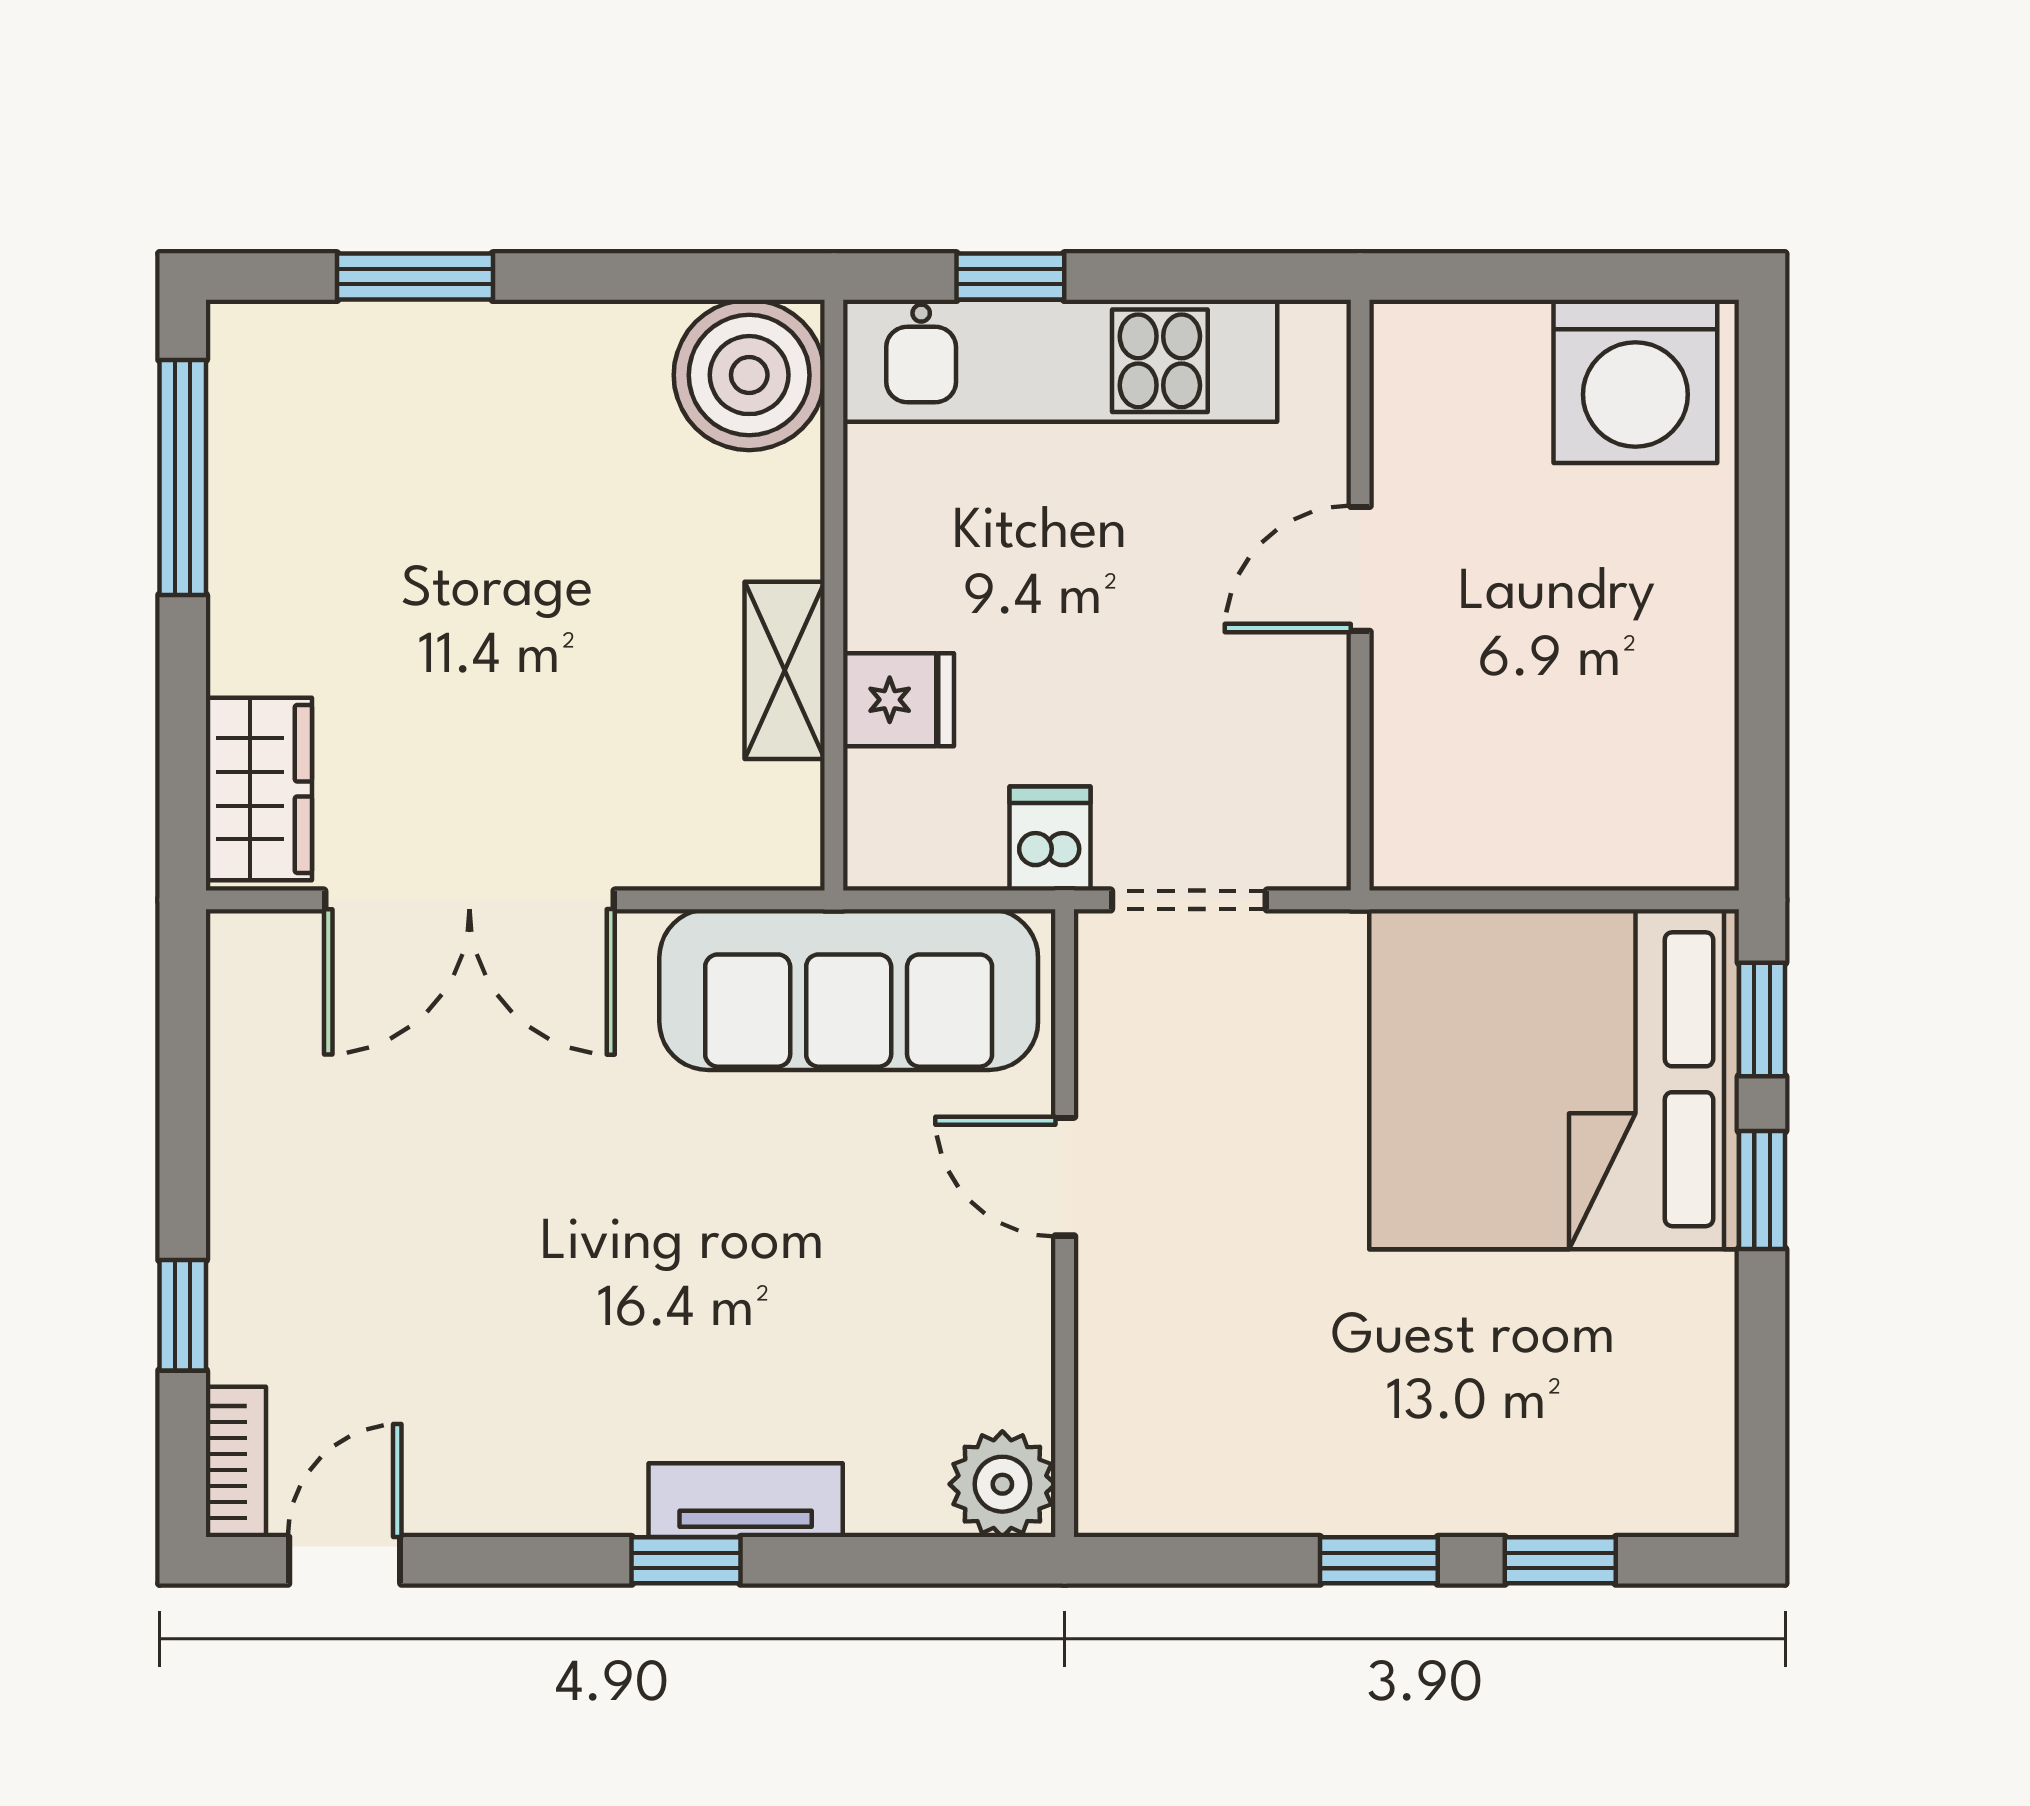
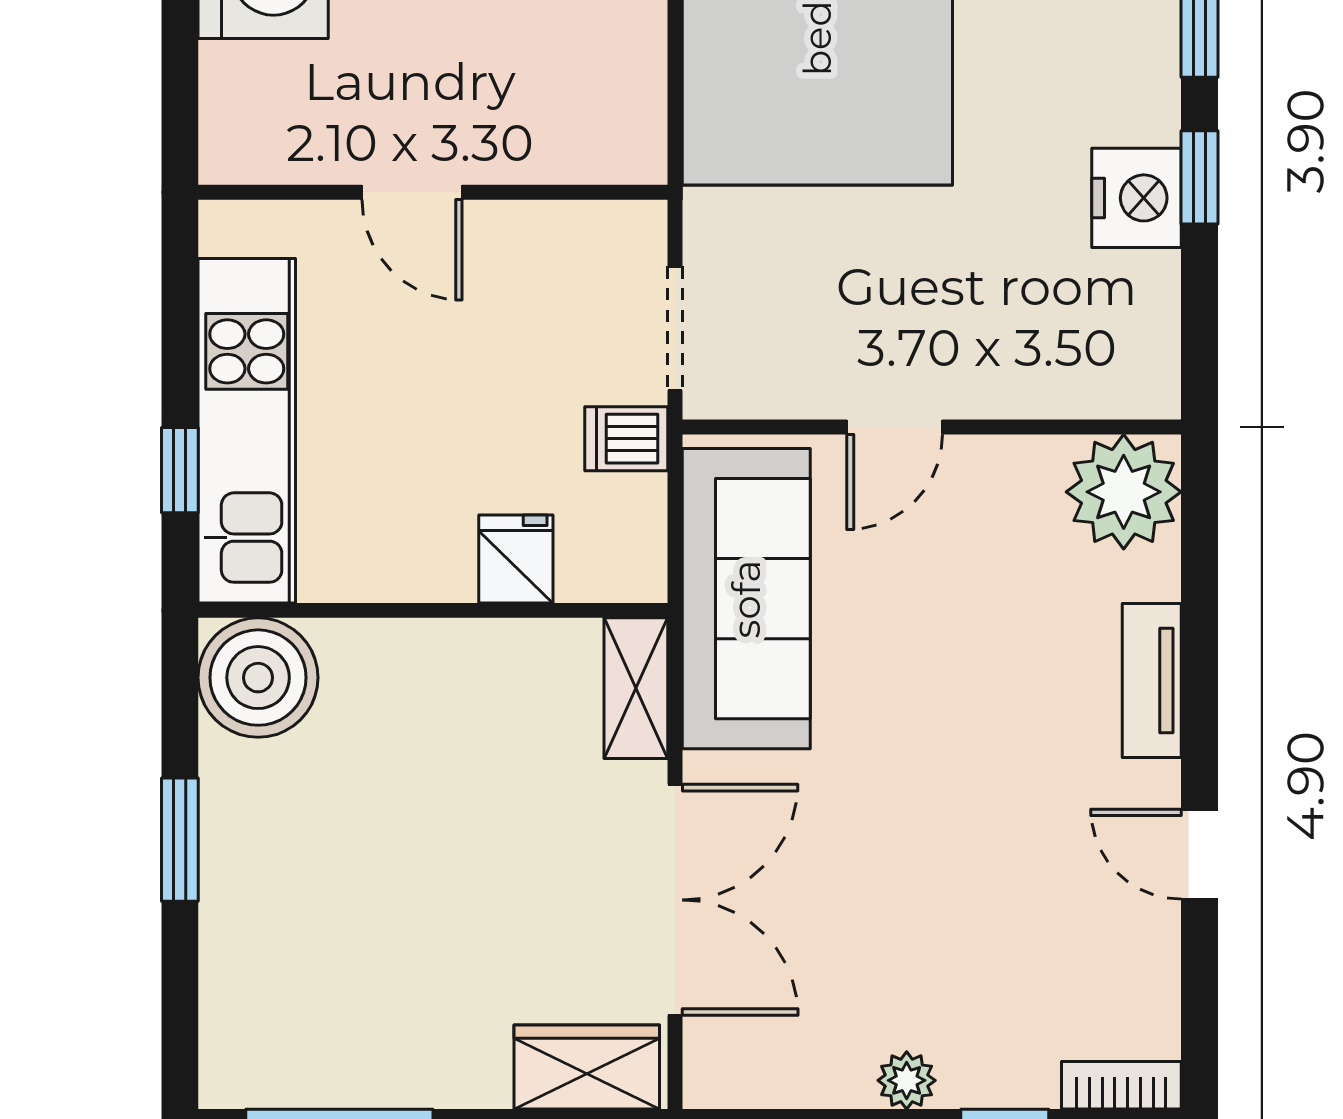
window: (415, 277) -> (180, 840), moved
shelving: (785, 670) -> (636, 688), moved, turned 90
plant: (242, 1192) -> (907, 1080), added
nightstand: (1353, 1481) -> (1137, 198), added
plant: (1002, 1484) -> (1124, 492), width x1.36, depth x1.36
door: (345, 1560) -> (1199, 854), moved
window: (686, 1560) -> (1199, 728), removed

